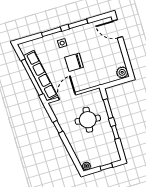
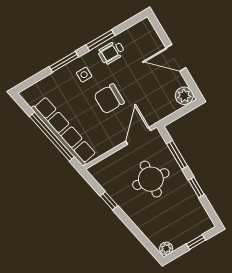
door: (117, 29) -> (176, 58), moved
wheelchair: (83, 33) -> (111, 52), added
door: (67, 96) -> (138, 136), moved

